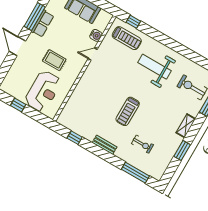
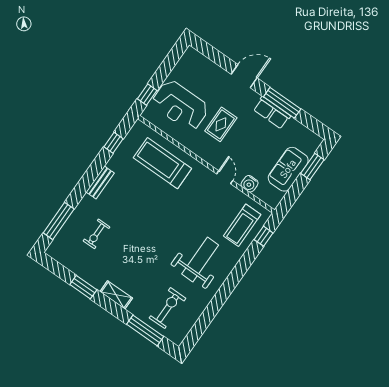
window: (18, 105) -> (147, 95), moved
treadmill: (128, 111) -> (162, 163), moved, width x1.37, depth x1.38

